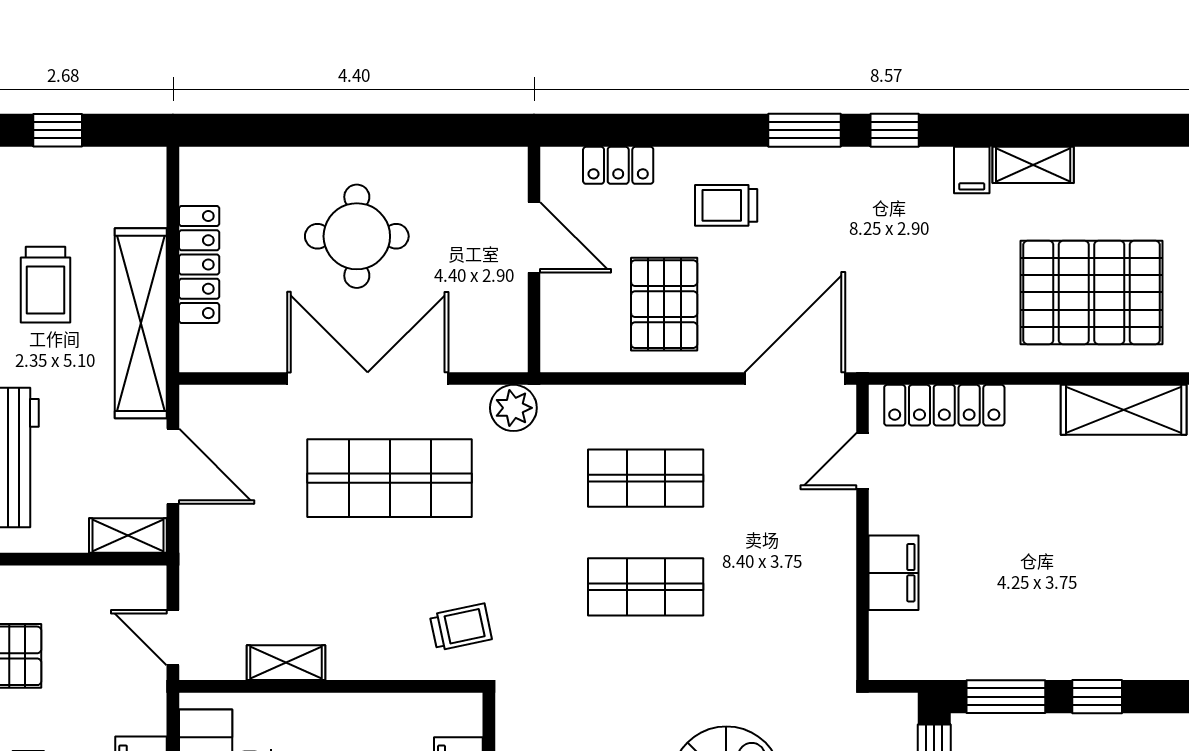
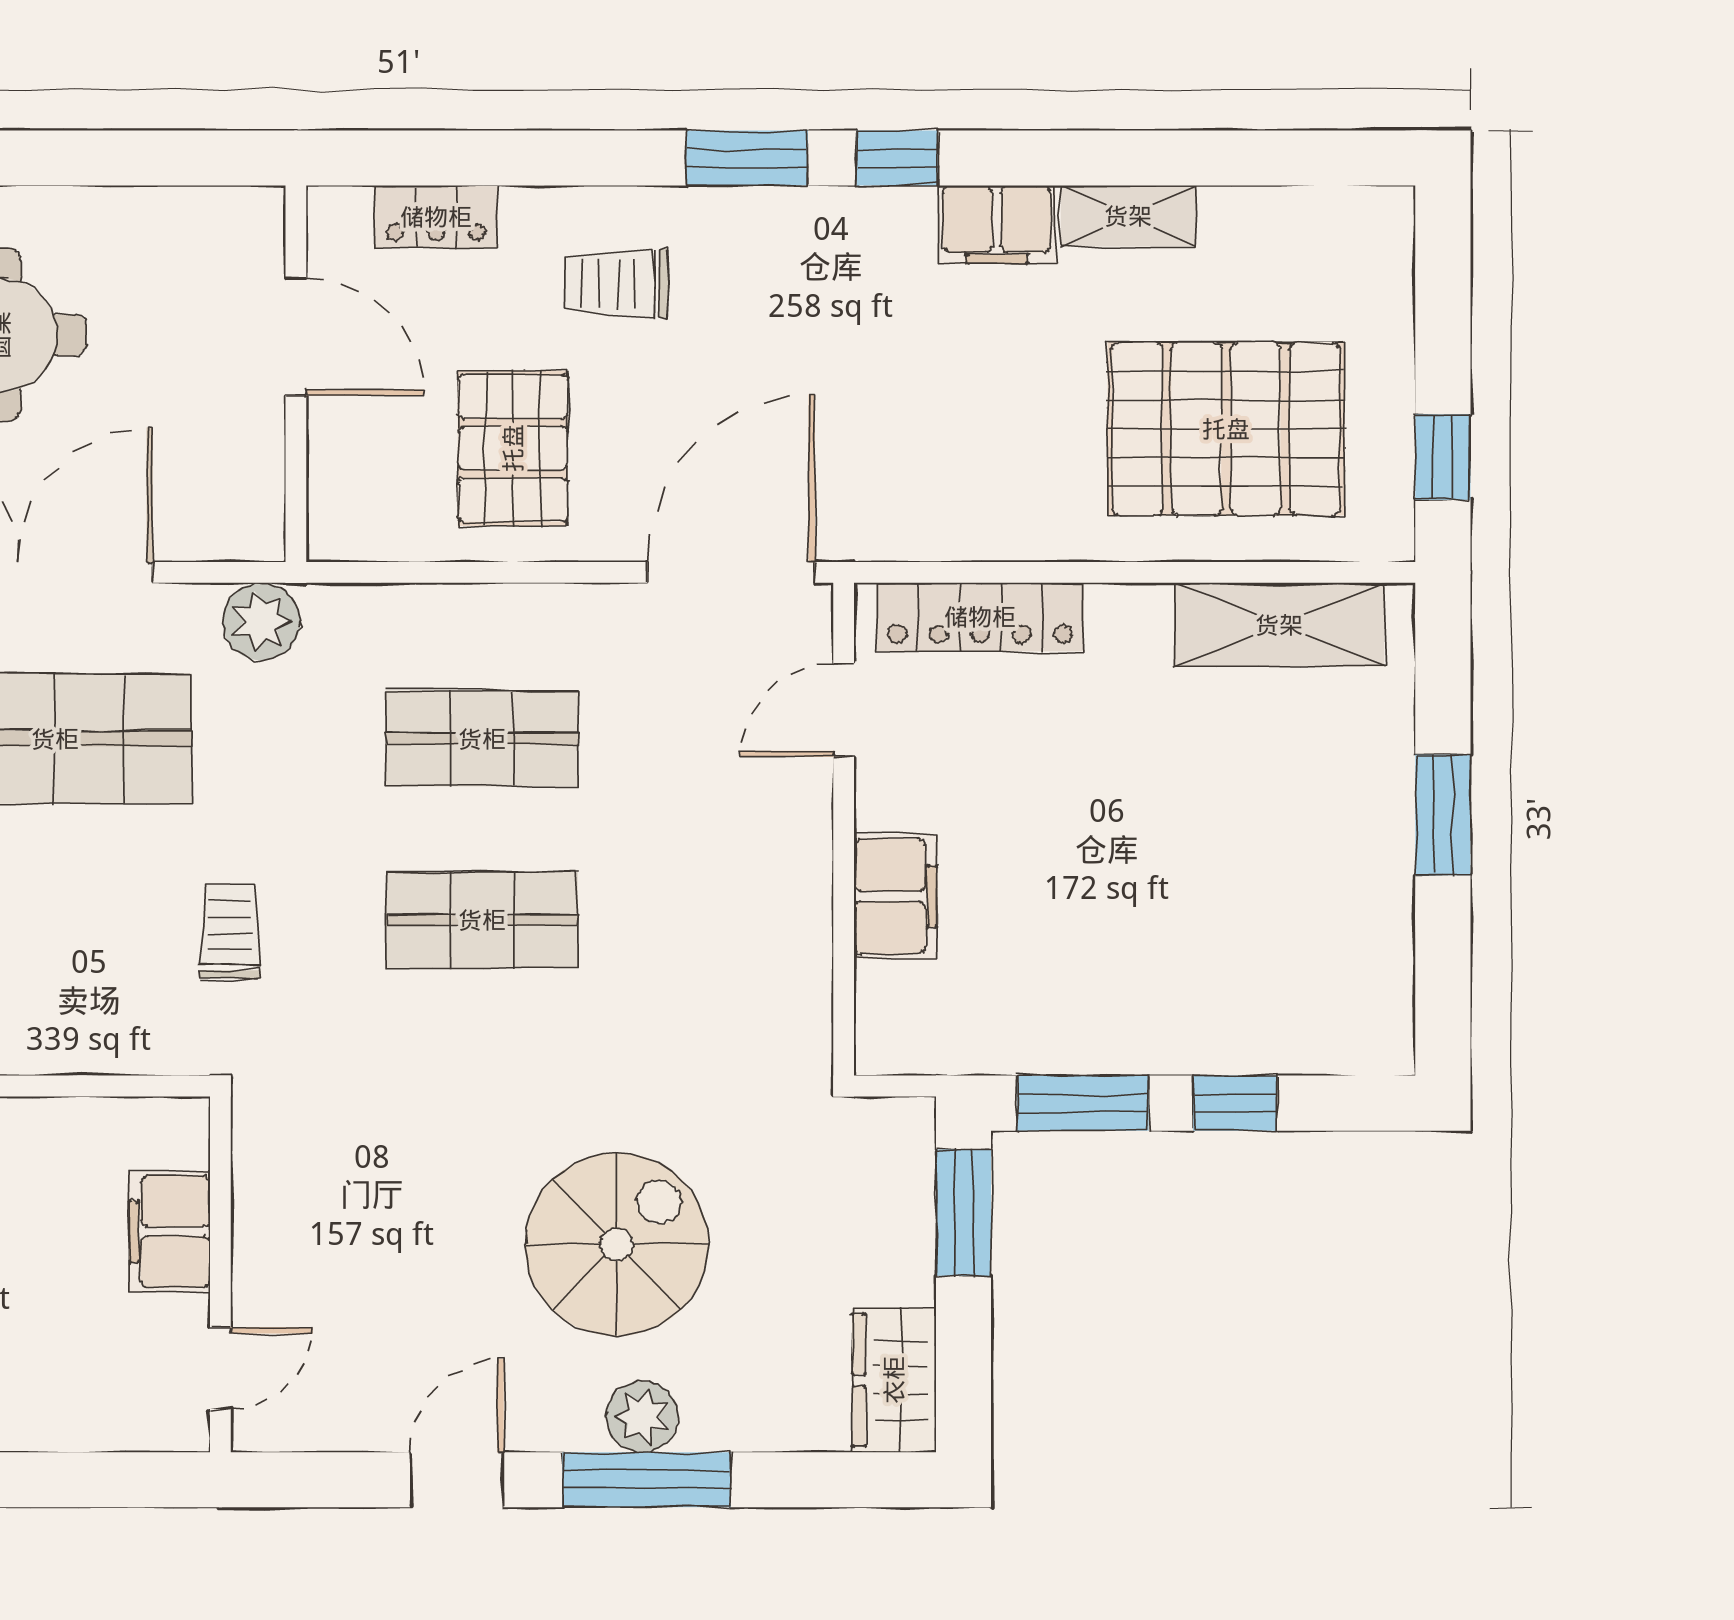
filing cabinet: (972, 170) -> (997, 225), width x2.00
trolley: (461, 627) -> (230, 931), moved, turned -78

